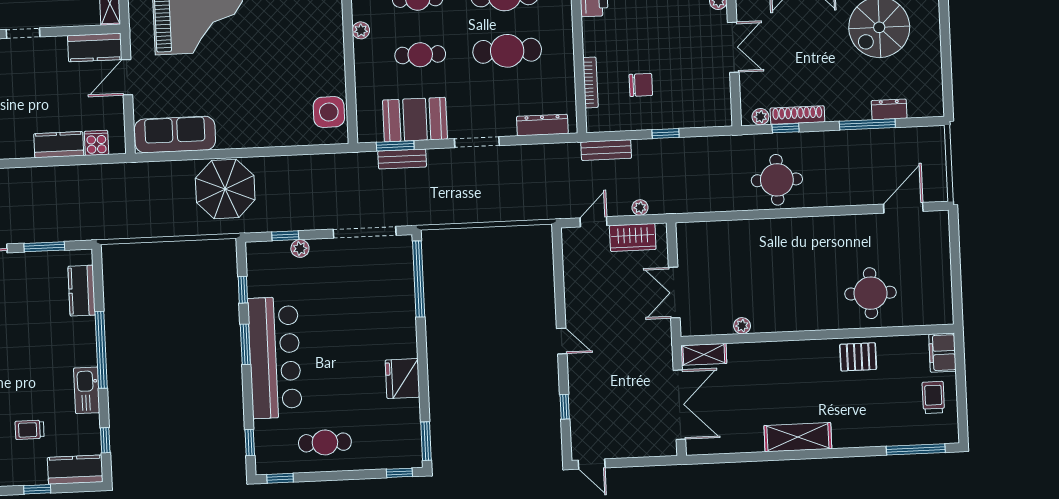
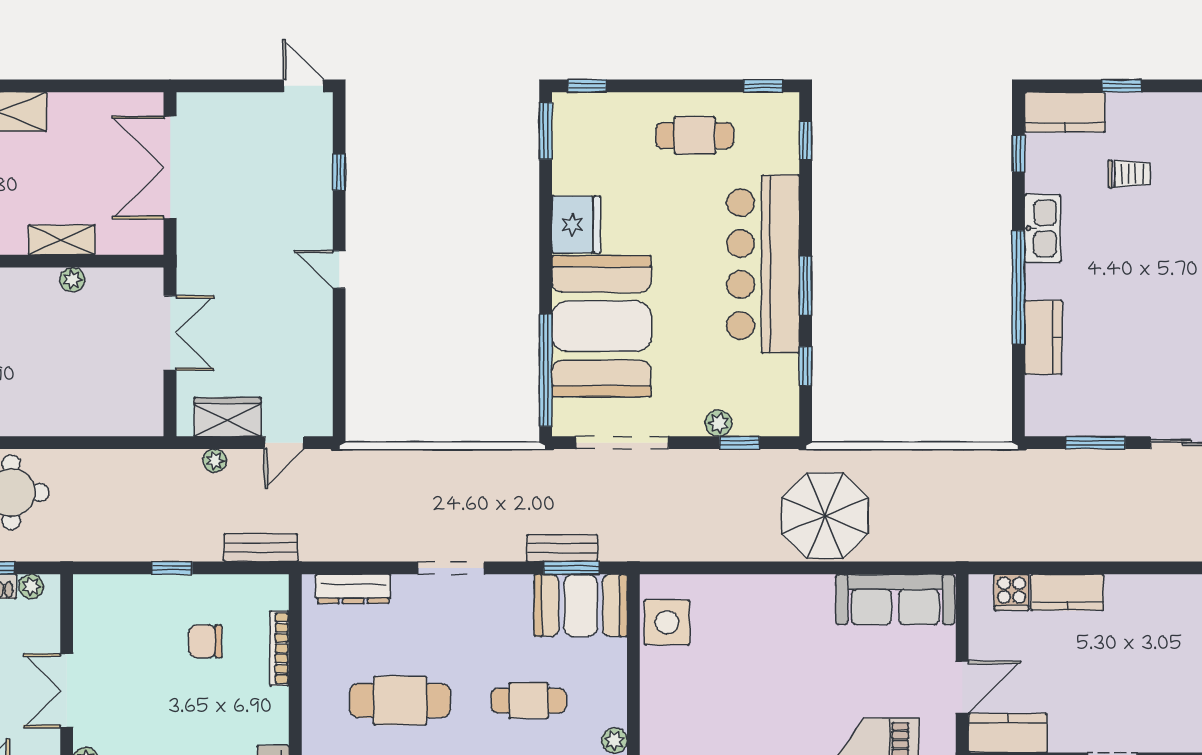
booth: (415, 120) -> (581, 605), moved
kitchen counter: (82, 291) -> (1043, 337), moved
booth: (382, 310) -> (601, 326), added
shelving: (704, 354) -> (62, 240), moved

